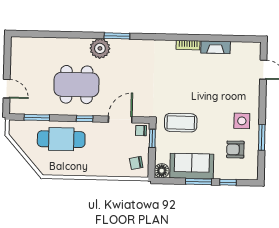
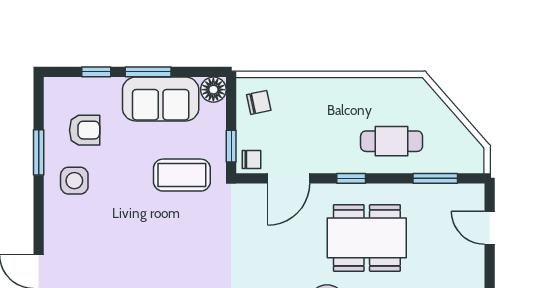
cafe table: (61, 139) -> (392, 141), width x0.73, depth x0.74

